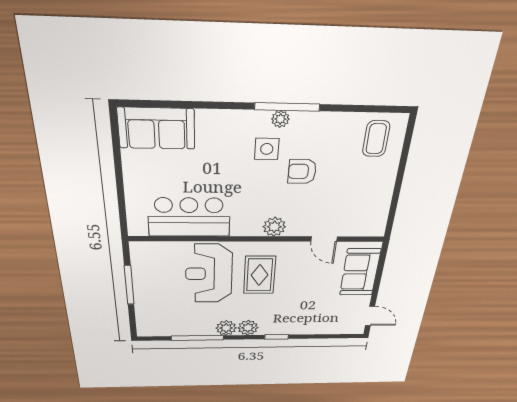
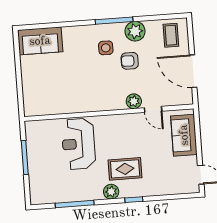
plant: (280, 119) -> (135, 31), moved, width x1.88, depth x1.88
door: (396, 194) -> (193, 71), added
bar counter: (189, 217) -> (62, 100), removed
plant: (274, 227) -> (134, 101), moved
rug: (260, 275) -> (125, 169), moved, turned 90
plant: (226, 328) -> (95, 193), removed

